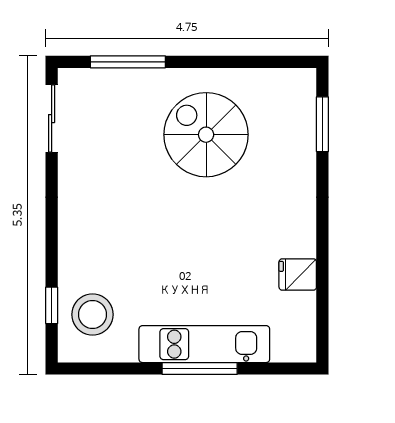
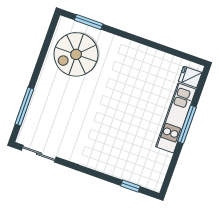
spiral stairs: (206, 135) -> (76, 54), moved
fridge: (298, 275) -> (190, 77), moved, turned 90
stool: (93, 315) -> (142, 168), removed

